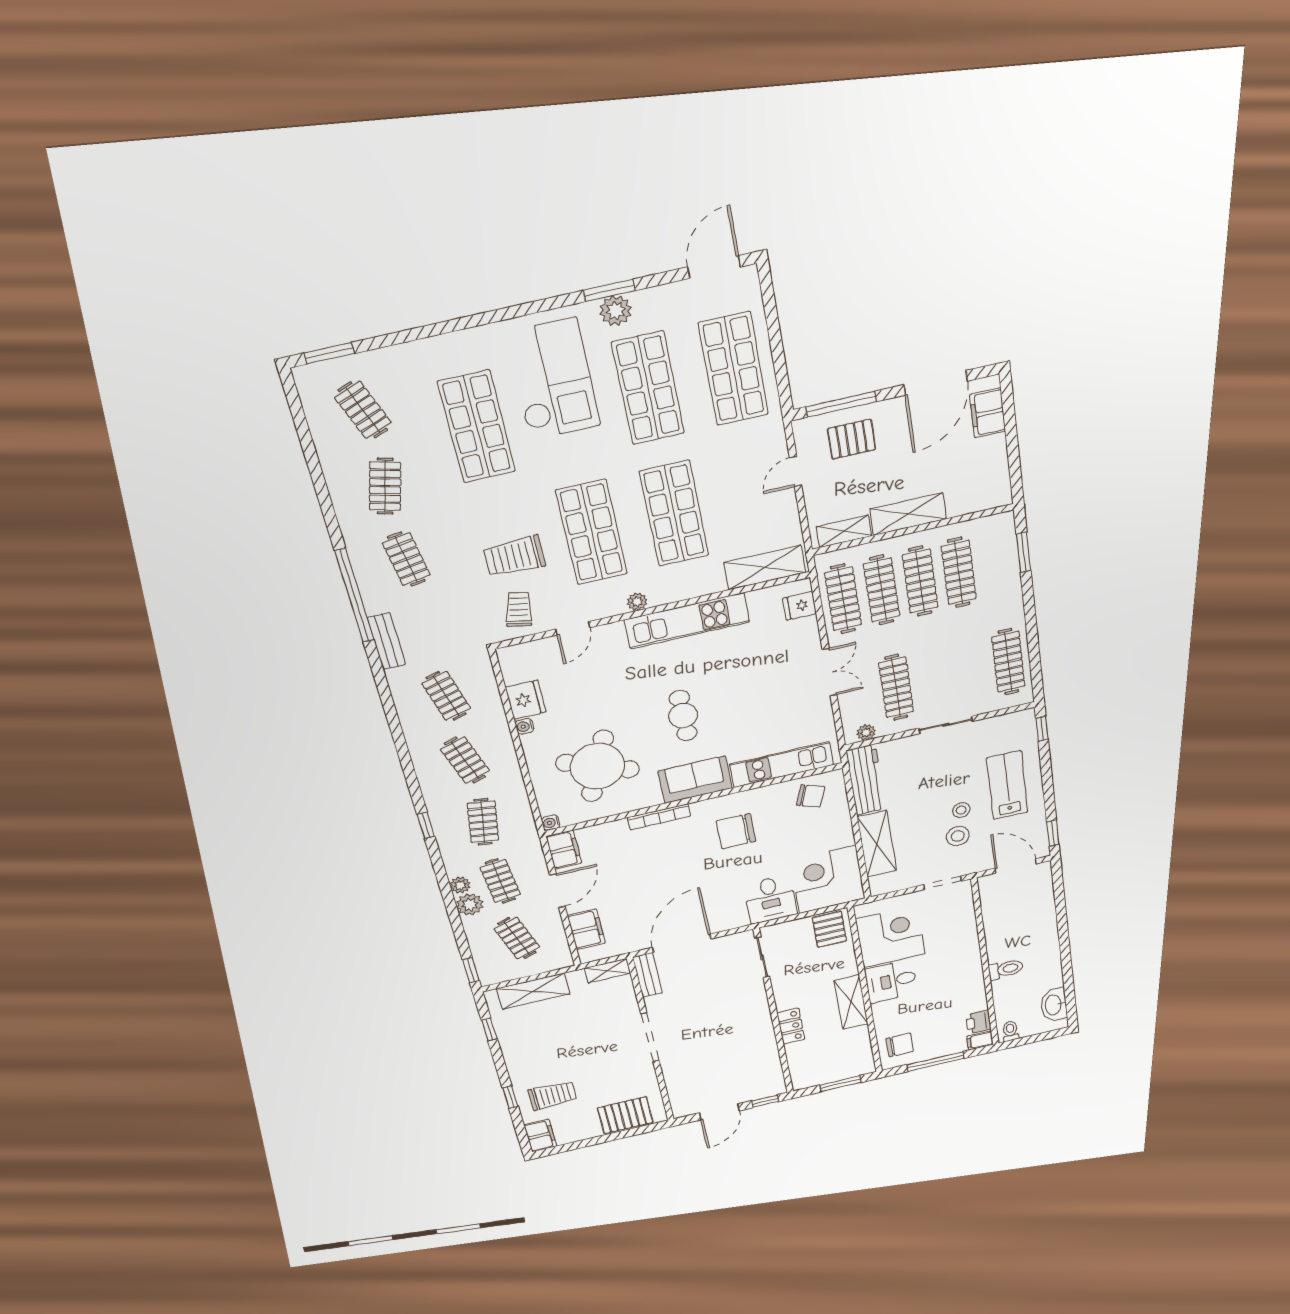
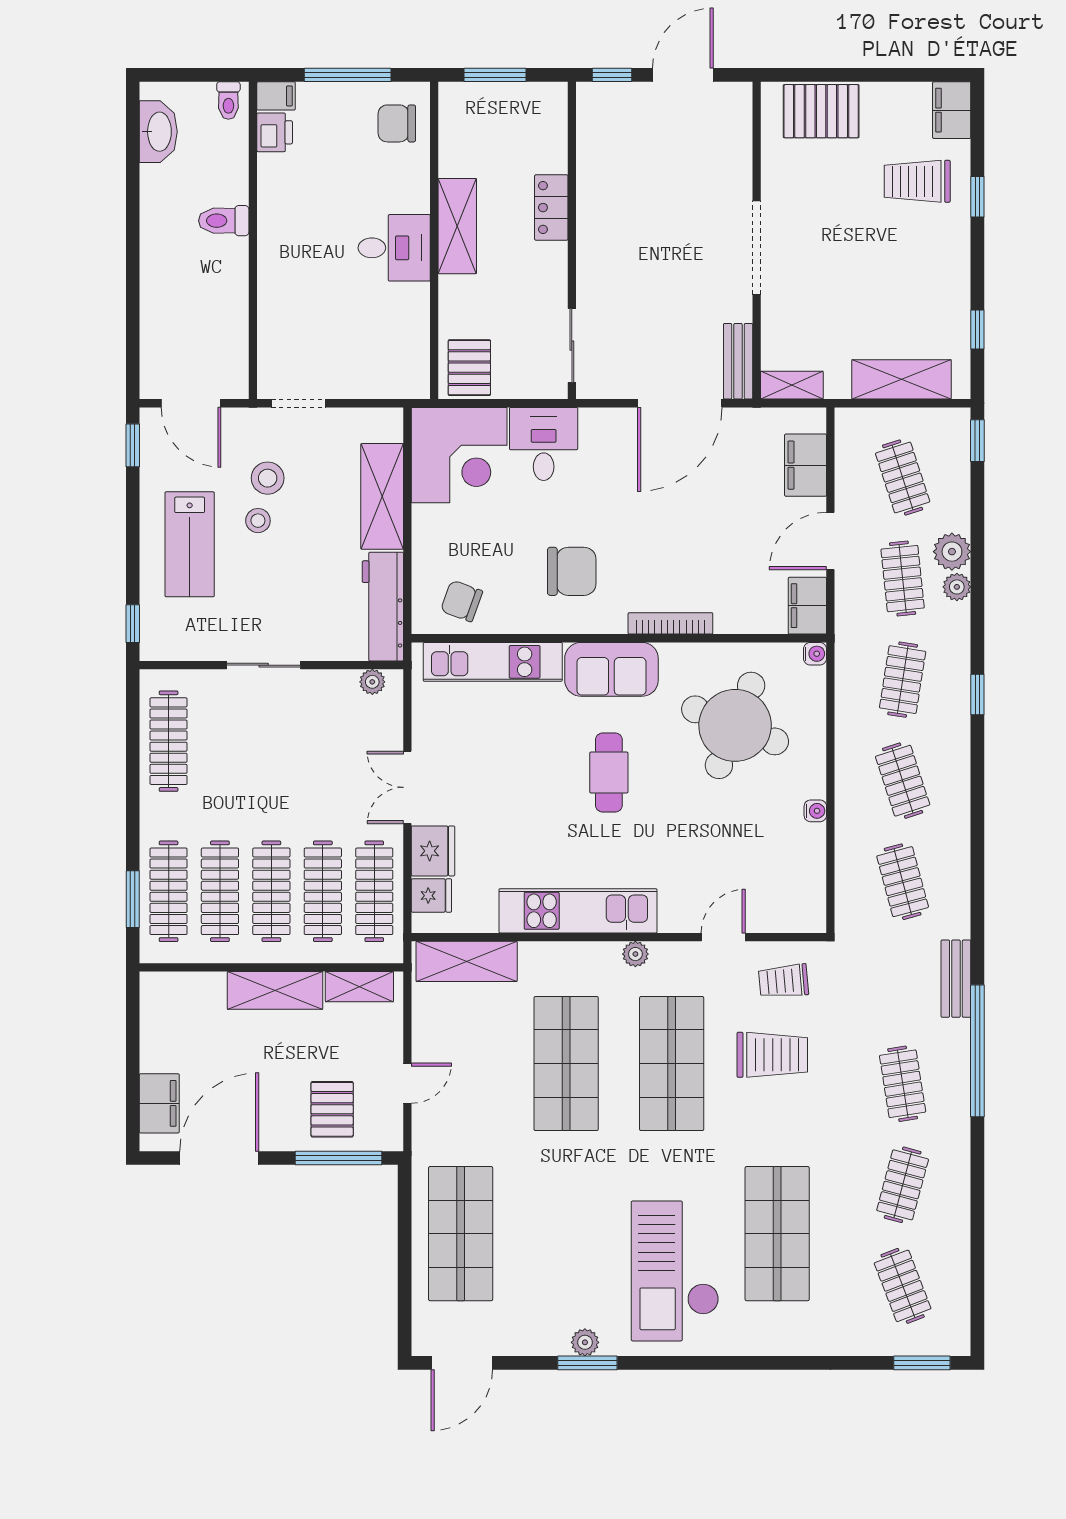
plant: (616, 311) -> (585, 1342), width x0.73, depth x0.73
shop shelf: (648, 388) -> (566, 1234), removed
pallet: (852, 439) -> (332, 1109), turned 90
trolley: (519, 609) -> (784, 981), turned 73
clothes rail: (896, 687) -> (169, 891), moved
fridge: (526, 700) -> (433, 851), moved, turned 180
corner desk: (890, 937) -> (385, 330), removed

